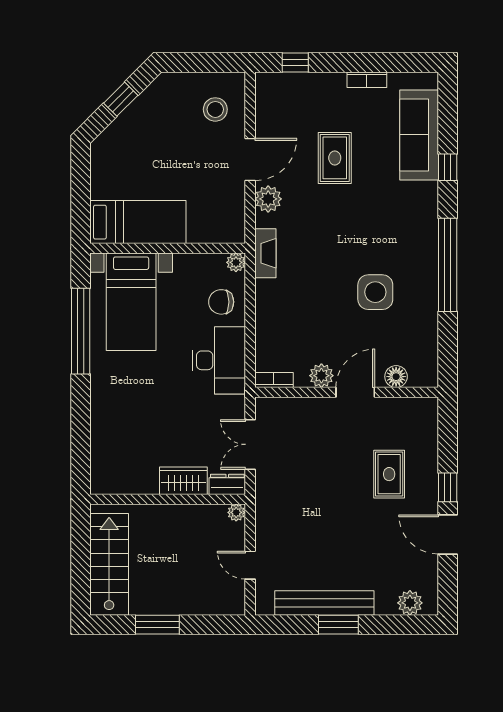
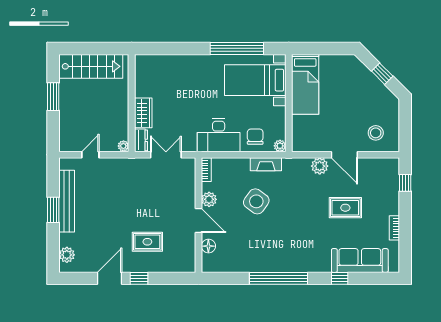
fireplace: (265, 253) -> (266, 164), moved
side table: (375, 292) -> (256, 201), moved, turned 36

